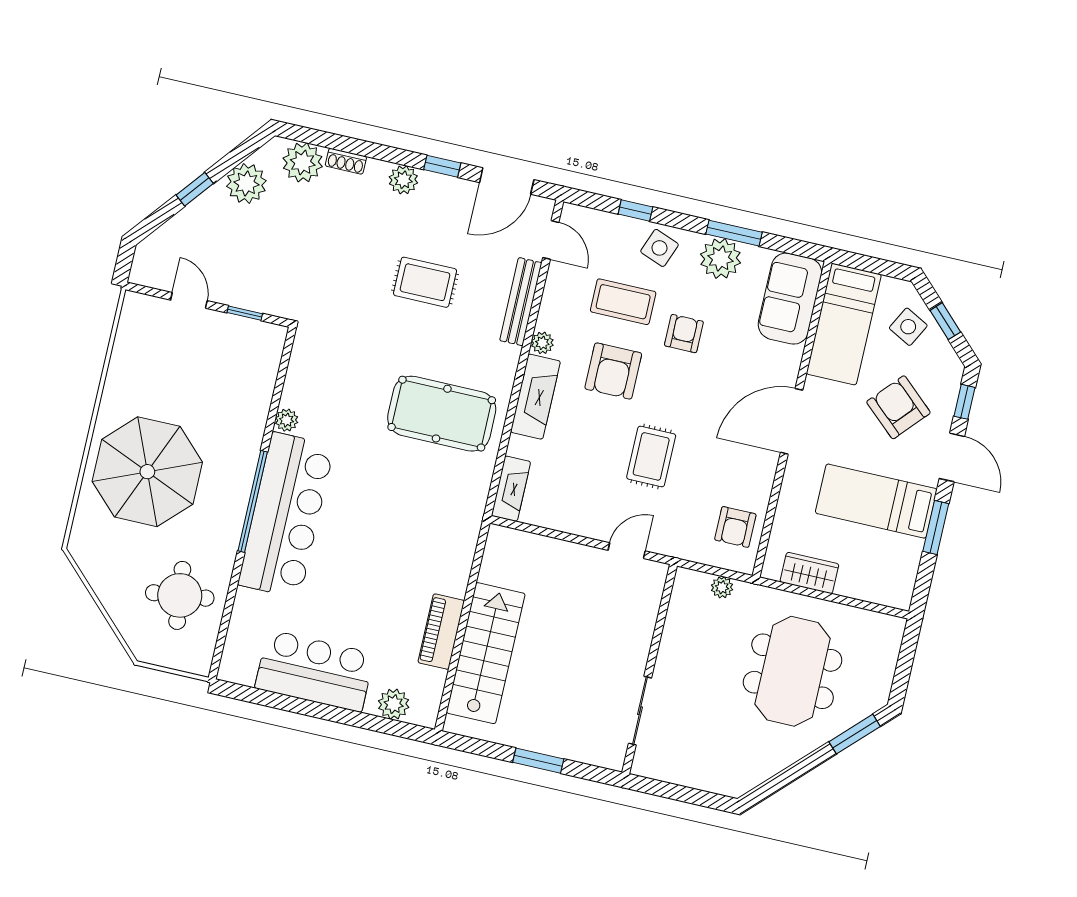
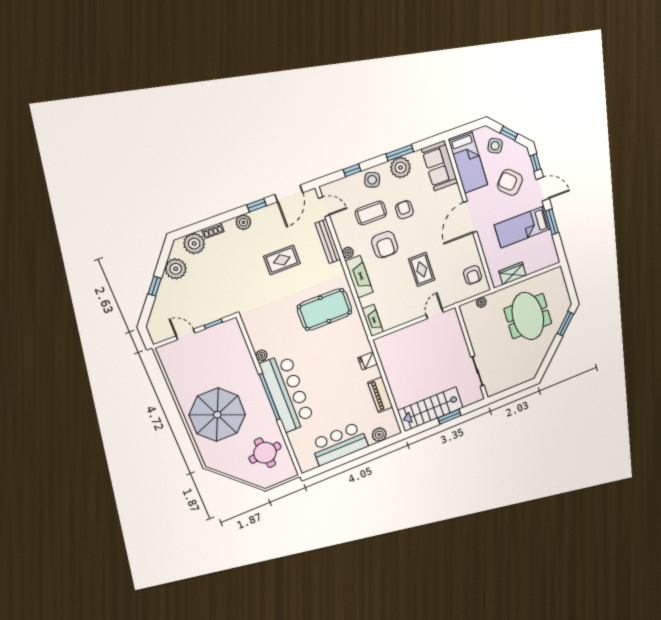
fridge: (458, 555) -> (368, 361), added
stairs: (486, 653) -> (430, 409), moved, turned -90

